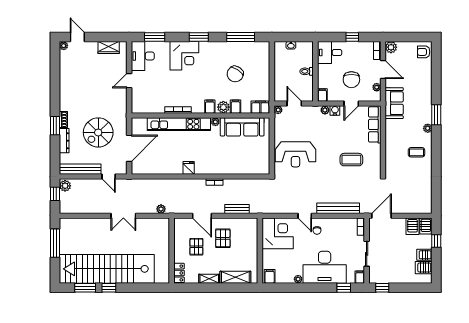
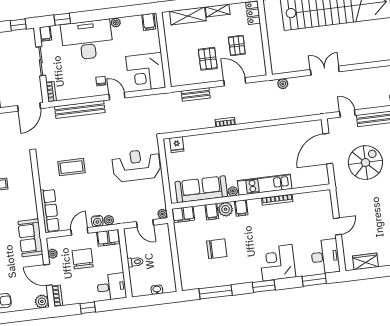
chair: (235, 74) -> (217, 249), turned 57
filing cabinet: (322, 95) -> (108, 238), width x2.00
kitchen unit: (179, 124) -> (265, 185), width x0.73
fridge: (189, 168) -> (177, 145), moved

